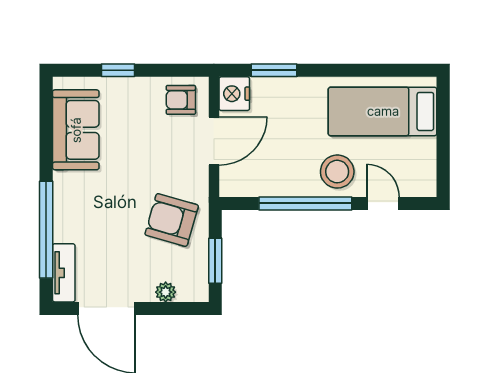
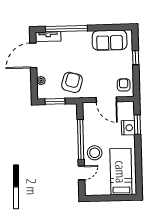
nightstand: (234, 94) -> (128, 128), moved, turned 90

